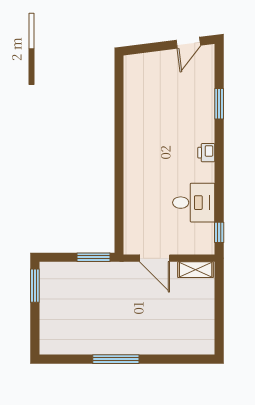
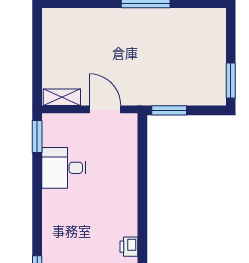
printer: (206, 153) -> (129, 247), moved, turned 180
window: (219, 232) -> (37, 137), width x1.50

